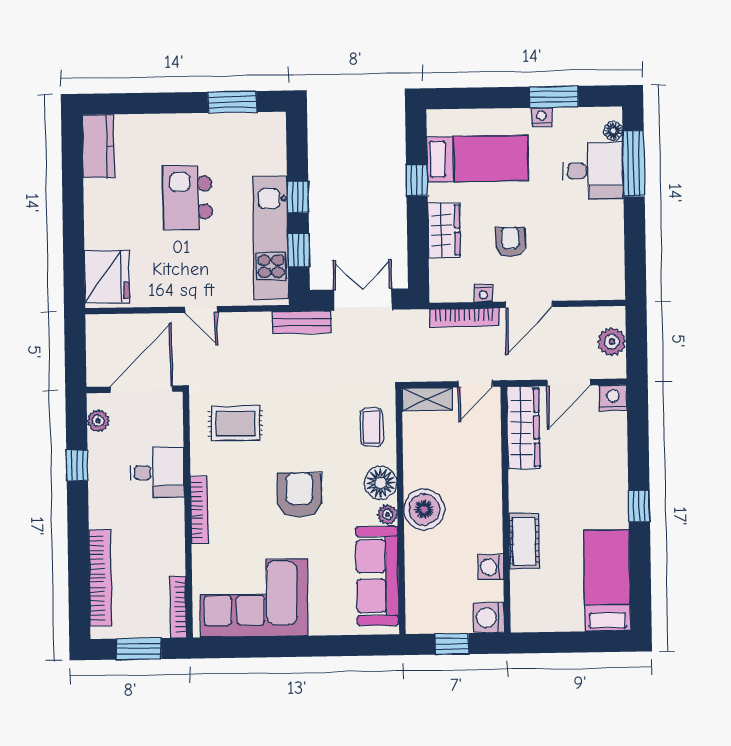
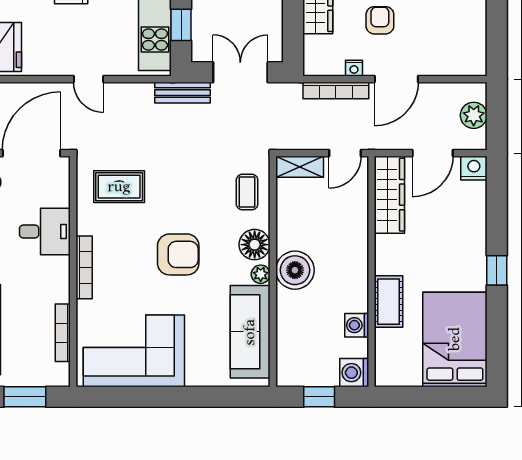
armchair: (299, 495) -> (178, 254), turned 90
bed: (607, 580) -> (455, 339), width x1.50
bookcase: (178, 607) -> (63, 333), moved

